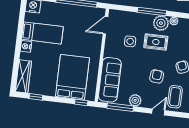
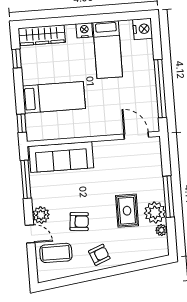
side table: (130, 41) -> (121, 175), removed
bed: (72, 77) -> (54, 97), width x0.67
plant: (135, 100) -> (41, 215), moved

